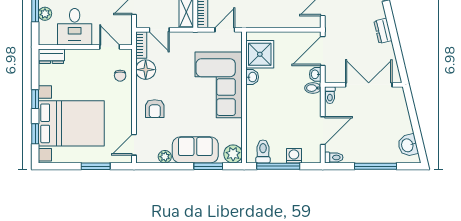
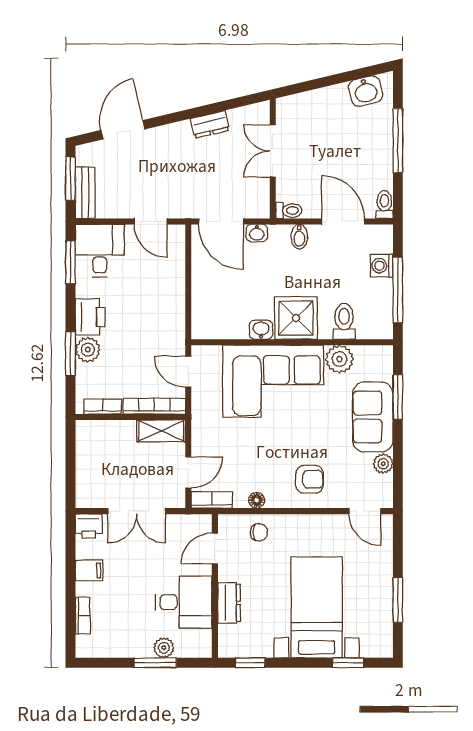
dresser: (383, 31) -> (210, 124), moved
shower: (260, 54) -> (296, 318), moved
dresser: (51, 56) -> (229, 603), moved
floor lamp: (146, 70) -> (257, 500), width x0.53, depth x0.53
double door: (369, 85) -> (273, 151), width x0.73
bidet: (313, 88) -> (299, 237), moved
window: (35, 99) -> (250, 663), moved
bed with nightstands: (71, 123) -> (317, 607), width x0.73
toilet: (263, 151) -> (344, 321), moved, turned 90
plant: (233, 154) -> (339, 359), moved
window: (96, 166) -> (398, 600), moved

